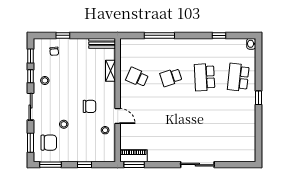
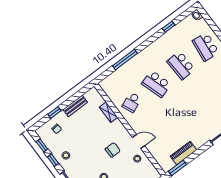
bench: (102, 43) -> (75, 106), moved
school desk: (137, 77) -> (132, 102), turned -48
school desk: (171, 77) -> (156, 84), width x1.85
piano: (133, 156) -> (184, 153), moved

